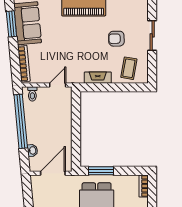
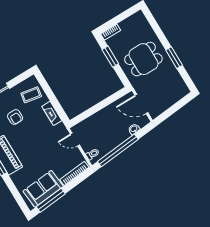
window: (11, 24) -> (51, 200), width x1.44
window: (101, 171) -> (110, 57), moved

